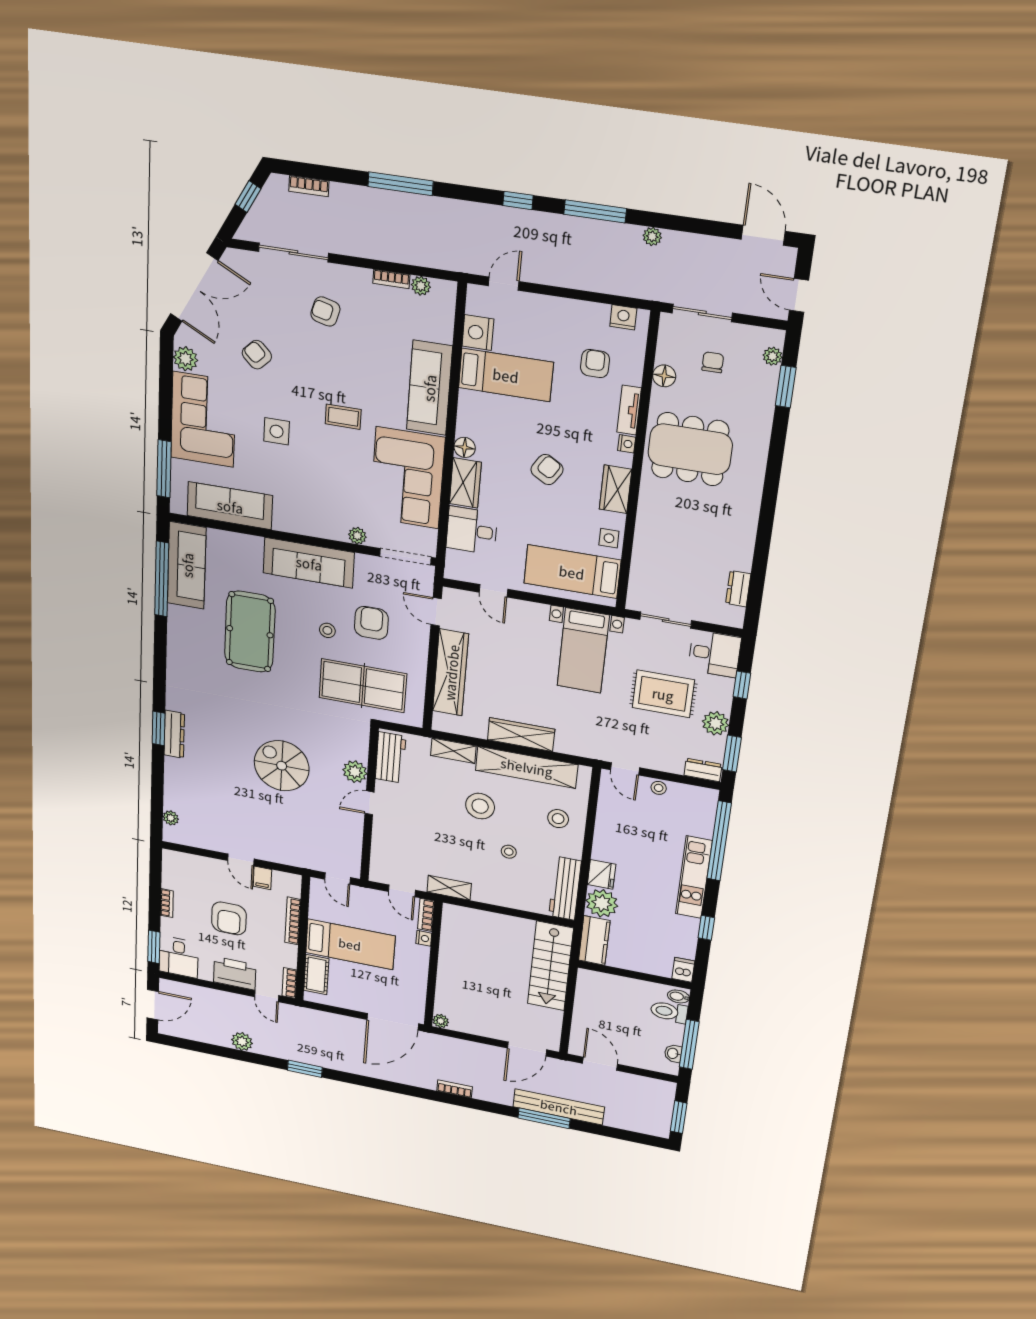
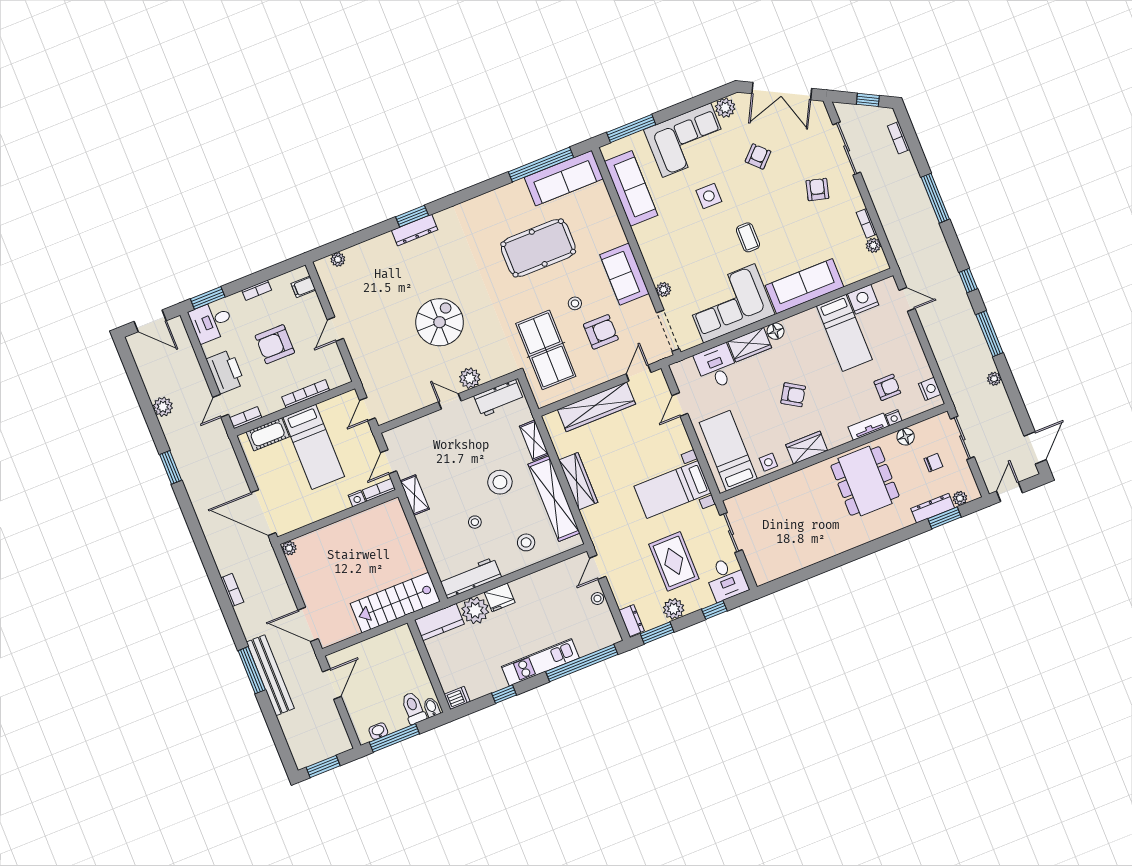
nightstand: (627, 444) -> (894, 418), moved
sofa: (309, 563) -> (624, 274), width x0.73
dresser: (738, 589) -> (933, 508), moved, width x1.44
filing cabinet: (262, 878) -> (303, 287), moved

